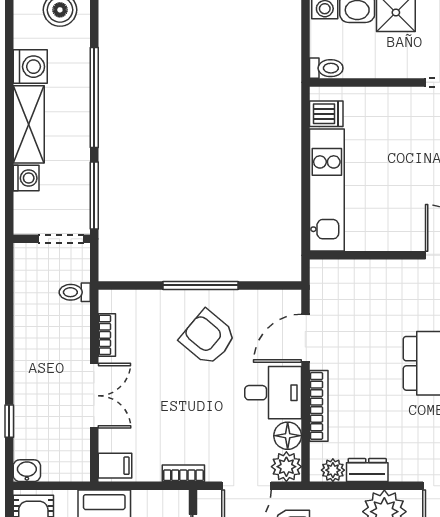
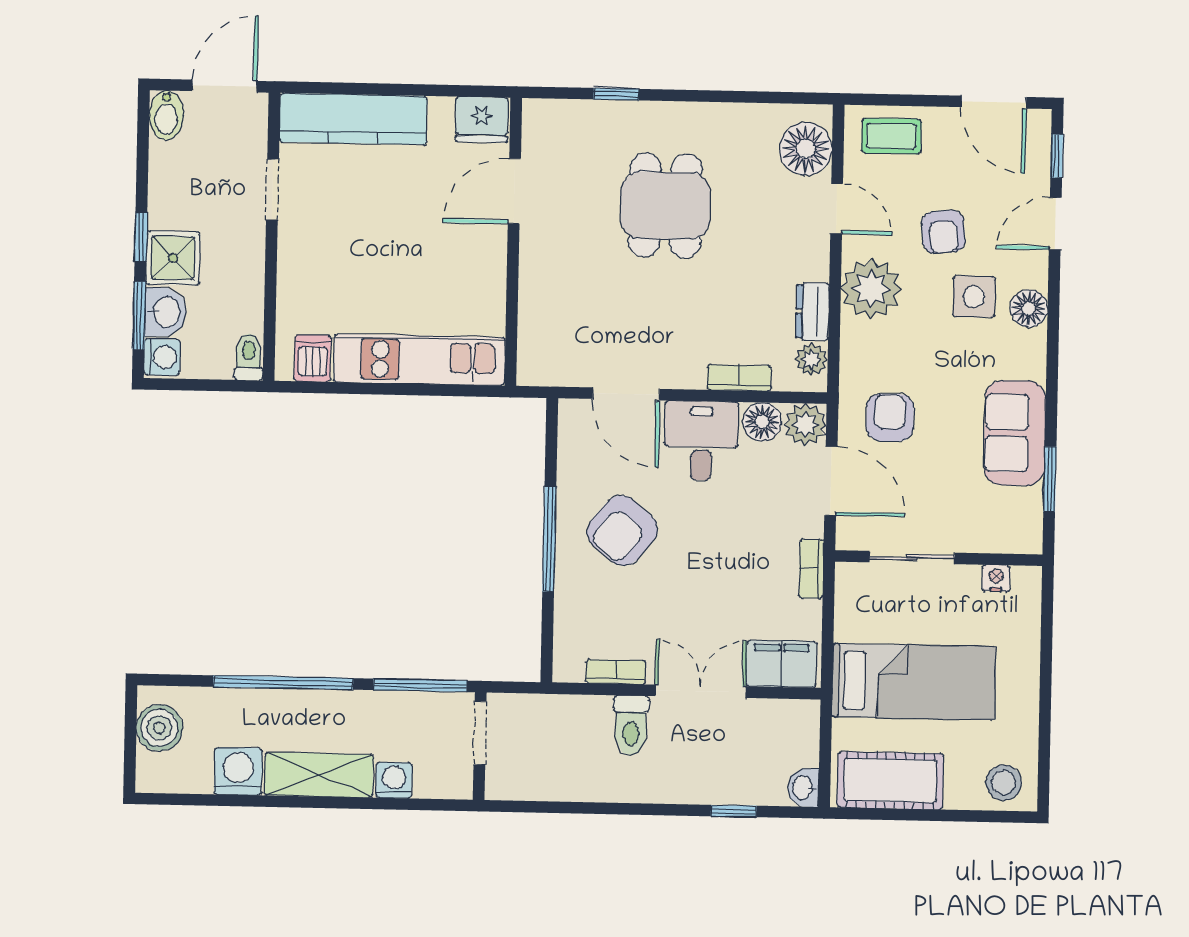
toilet: (75, 292) -> (631, 725), moved, width x1.37, depth x1.39
bookcase: (319, 406) -> (739, 378), width x0.64
filing cabinet: (115, 466) -> (782, 664), width x2.00

